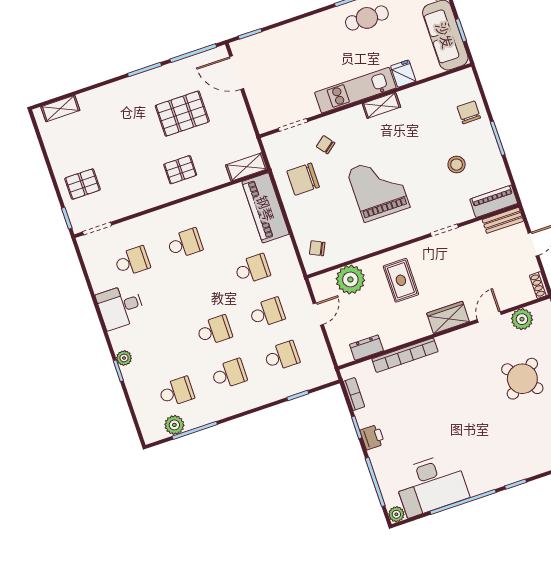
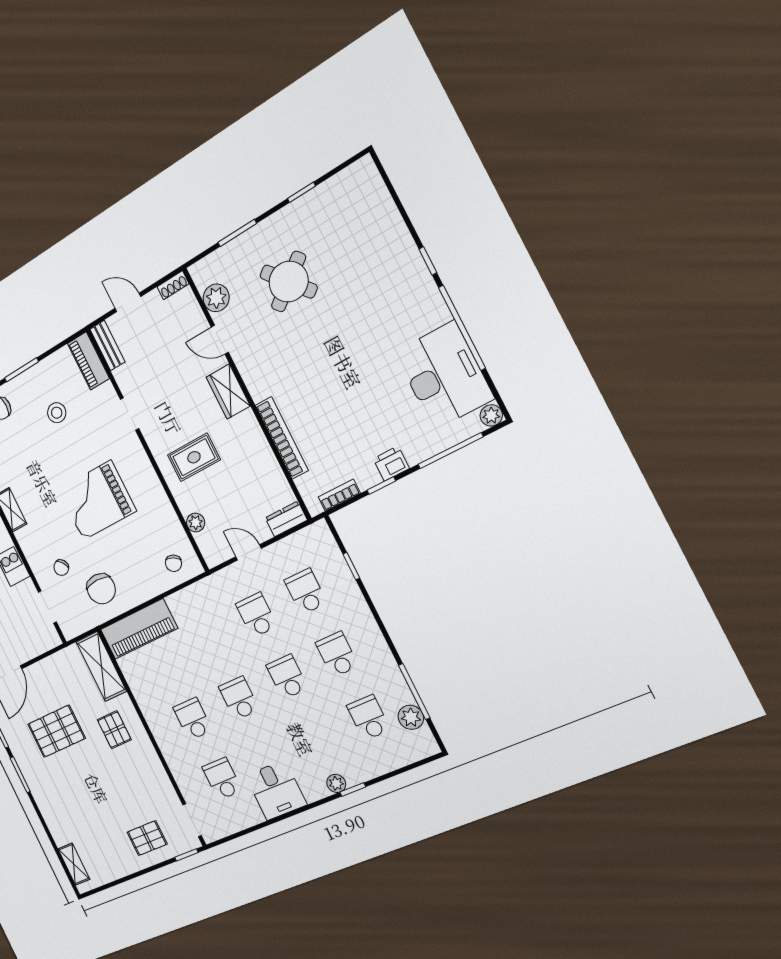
pallet: (182, 114) -> (57, 731), turned 90
shelving: (246, 167) -> (101, 666), width x1.50, depth x1.33
pallet: (83, 184) -> (147, 838), turned 90
school desk: (252, 269) -> (239, 698), moved
plant: (350, 279) -> (196, 523), width x0.53, depth x0.53
dresser: (366, 348) -> (286, 519), moved, turned 90

